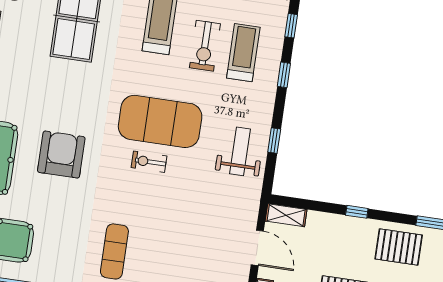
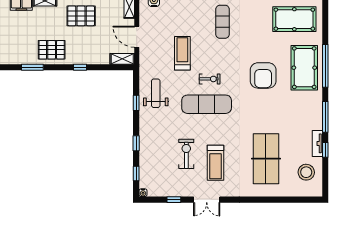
treadmill: (243, 53) -> (182, 53), moved, turned 180
exercise mat: (160, 121) -> (207, 104), width x0.68
weight bench: (240, 151) -> (156, 93), turned 180

